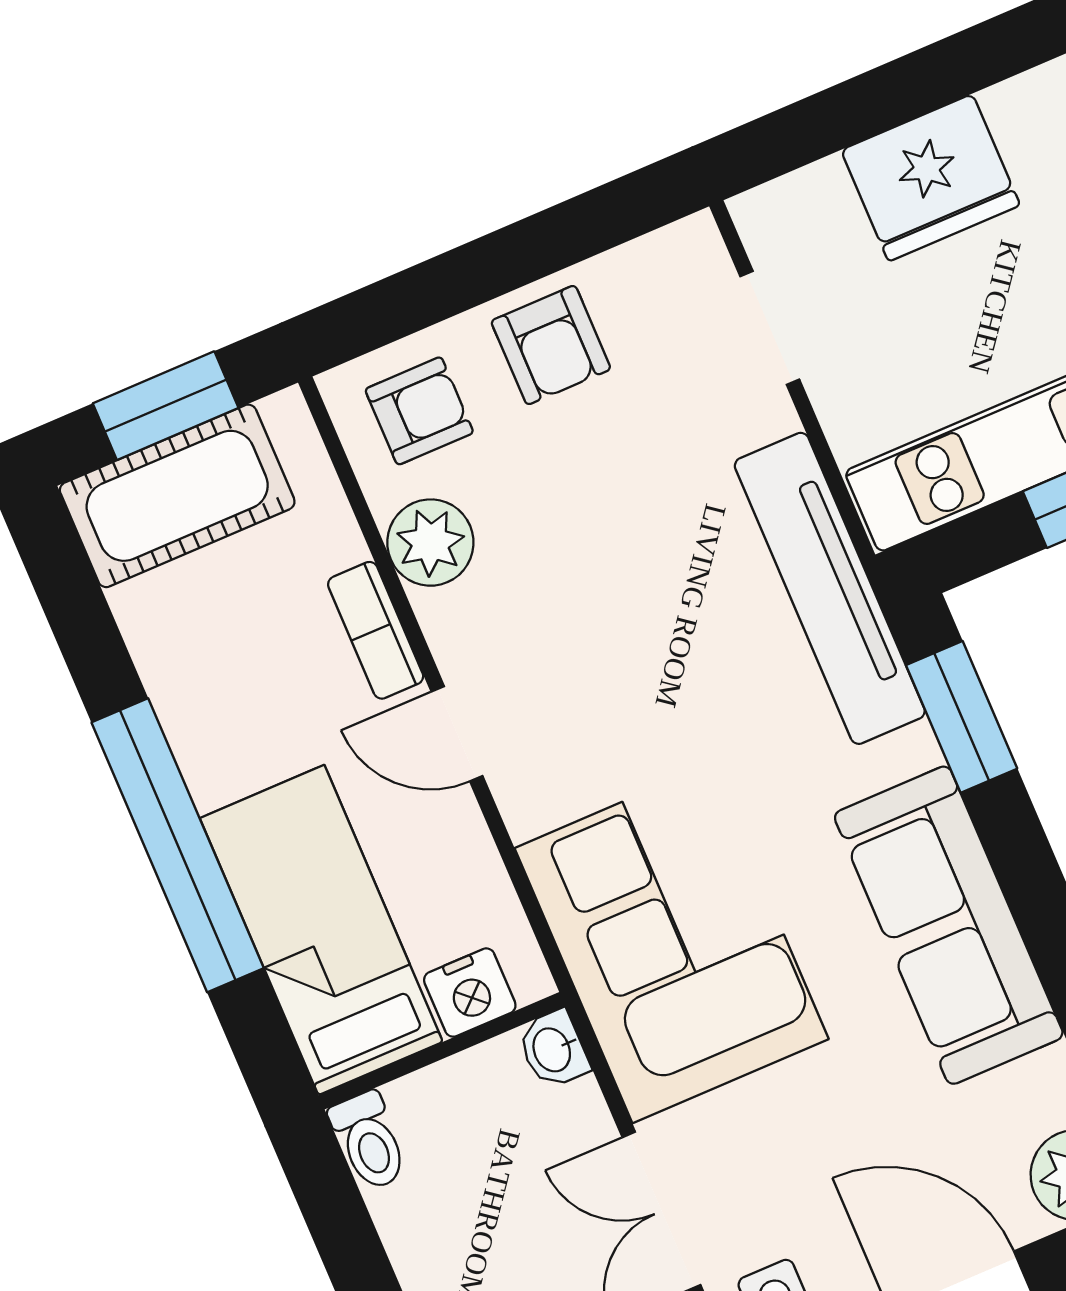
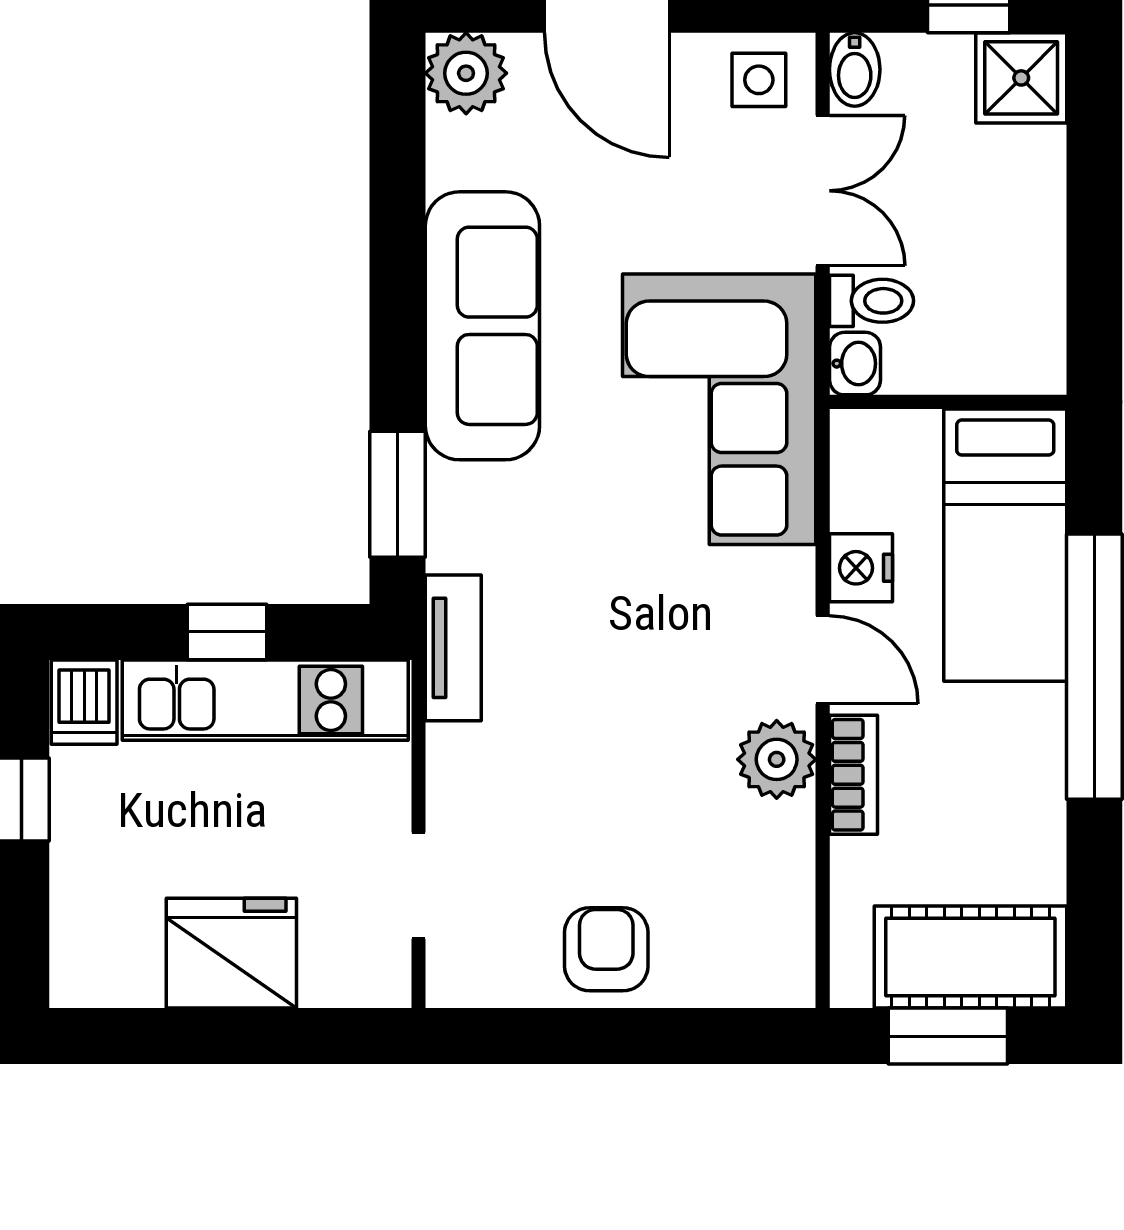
armchair: (419, 411) -> (739, 941), removed
plant: (430, 543) -> (777, 759), moved
tv unit: (830, 588) -> (453, 648), width x0.52, depth x0.78
nightstand: (470, 993) -> (861, 568), moved, turned -90
toilet: (369, 1141) -> (872, 301), moved, turned 90

